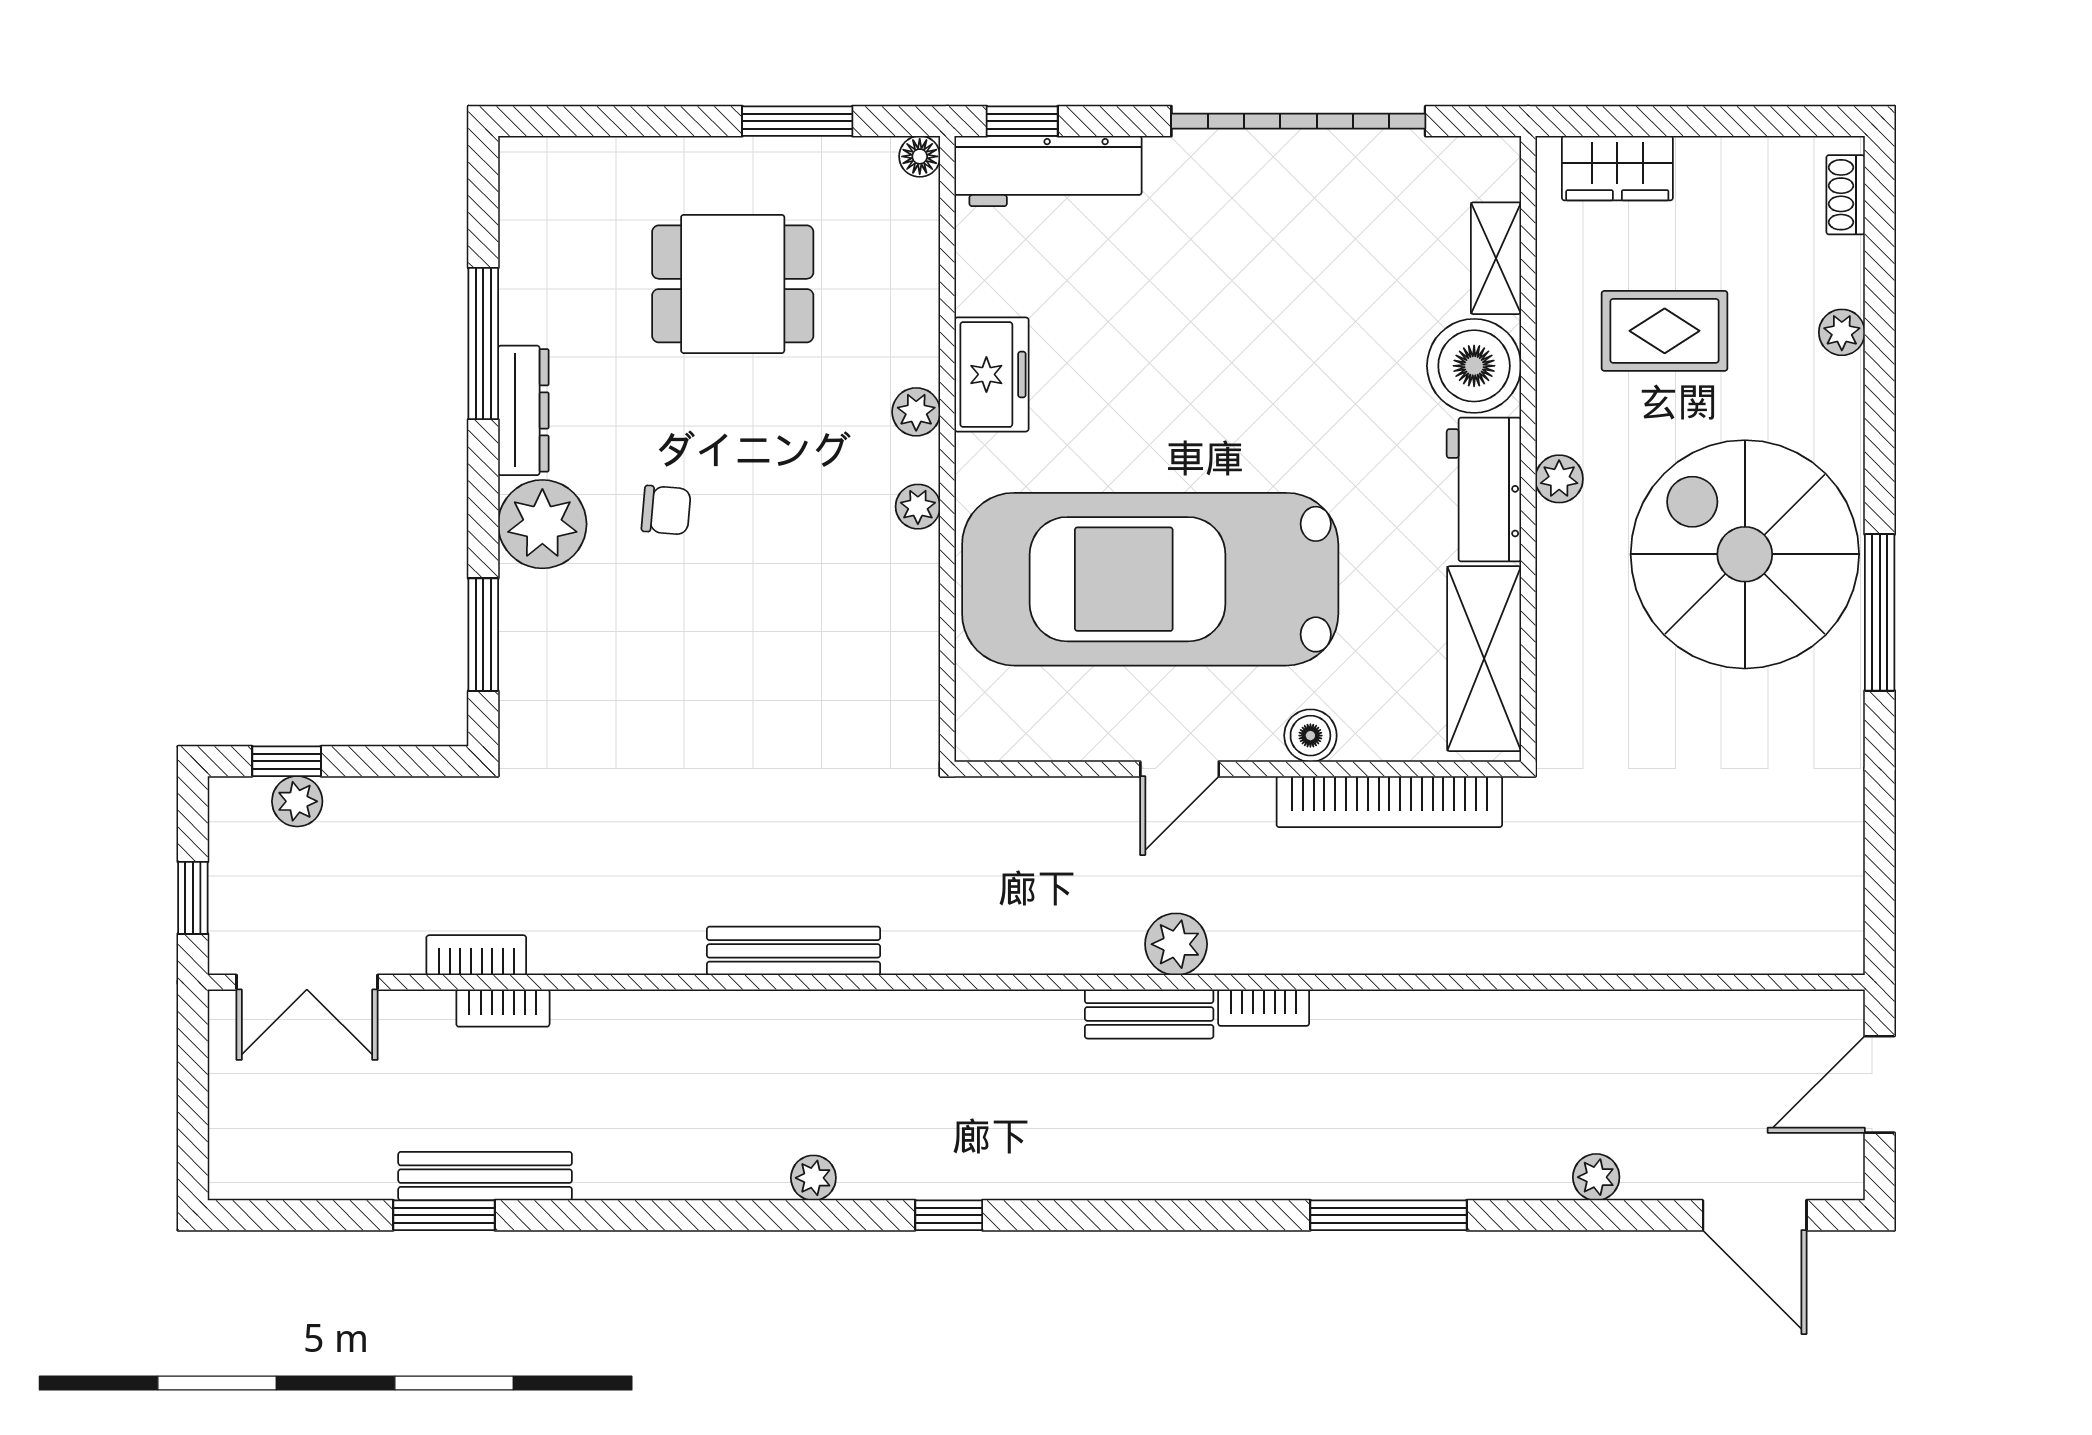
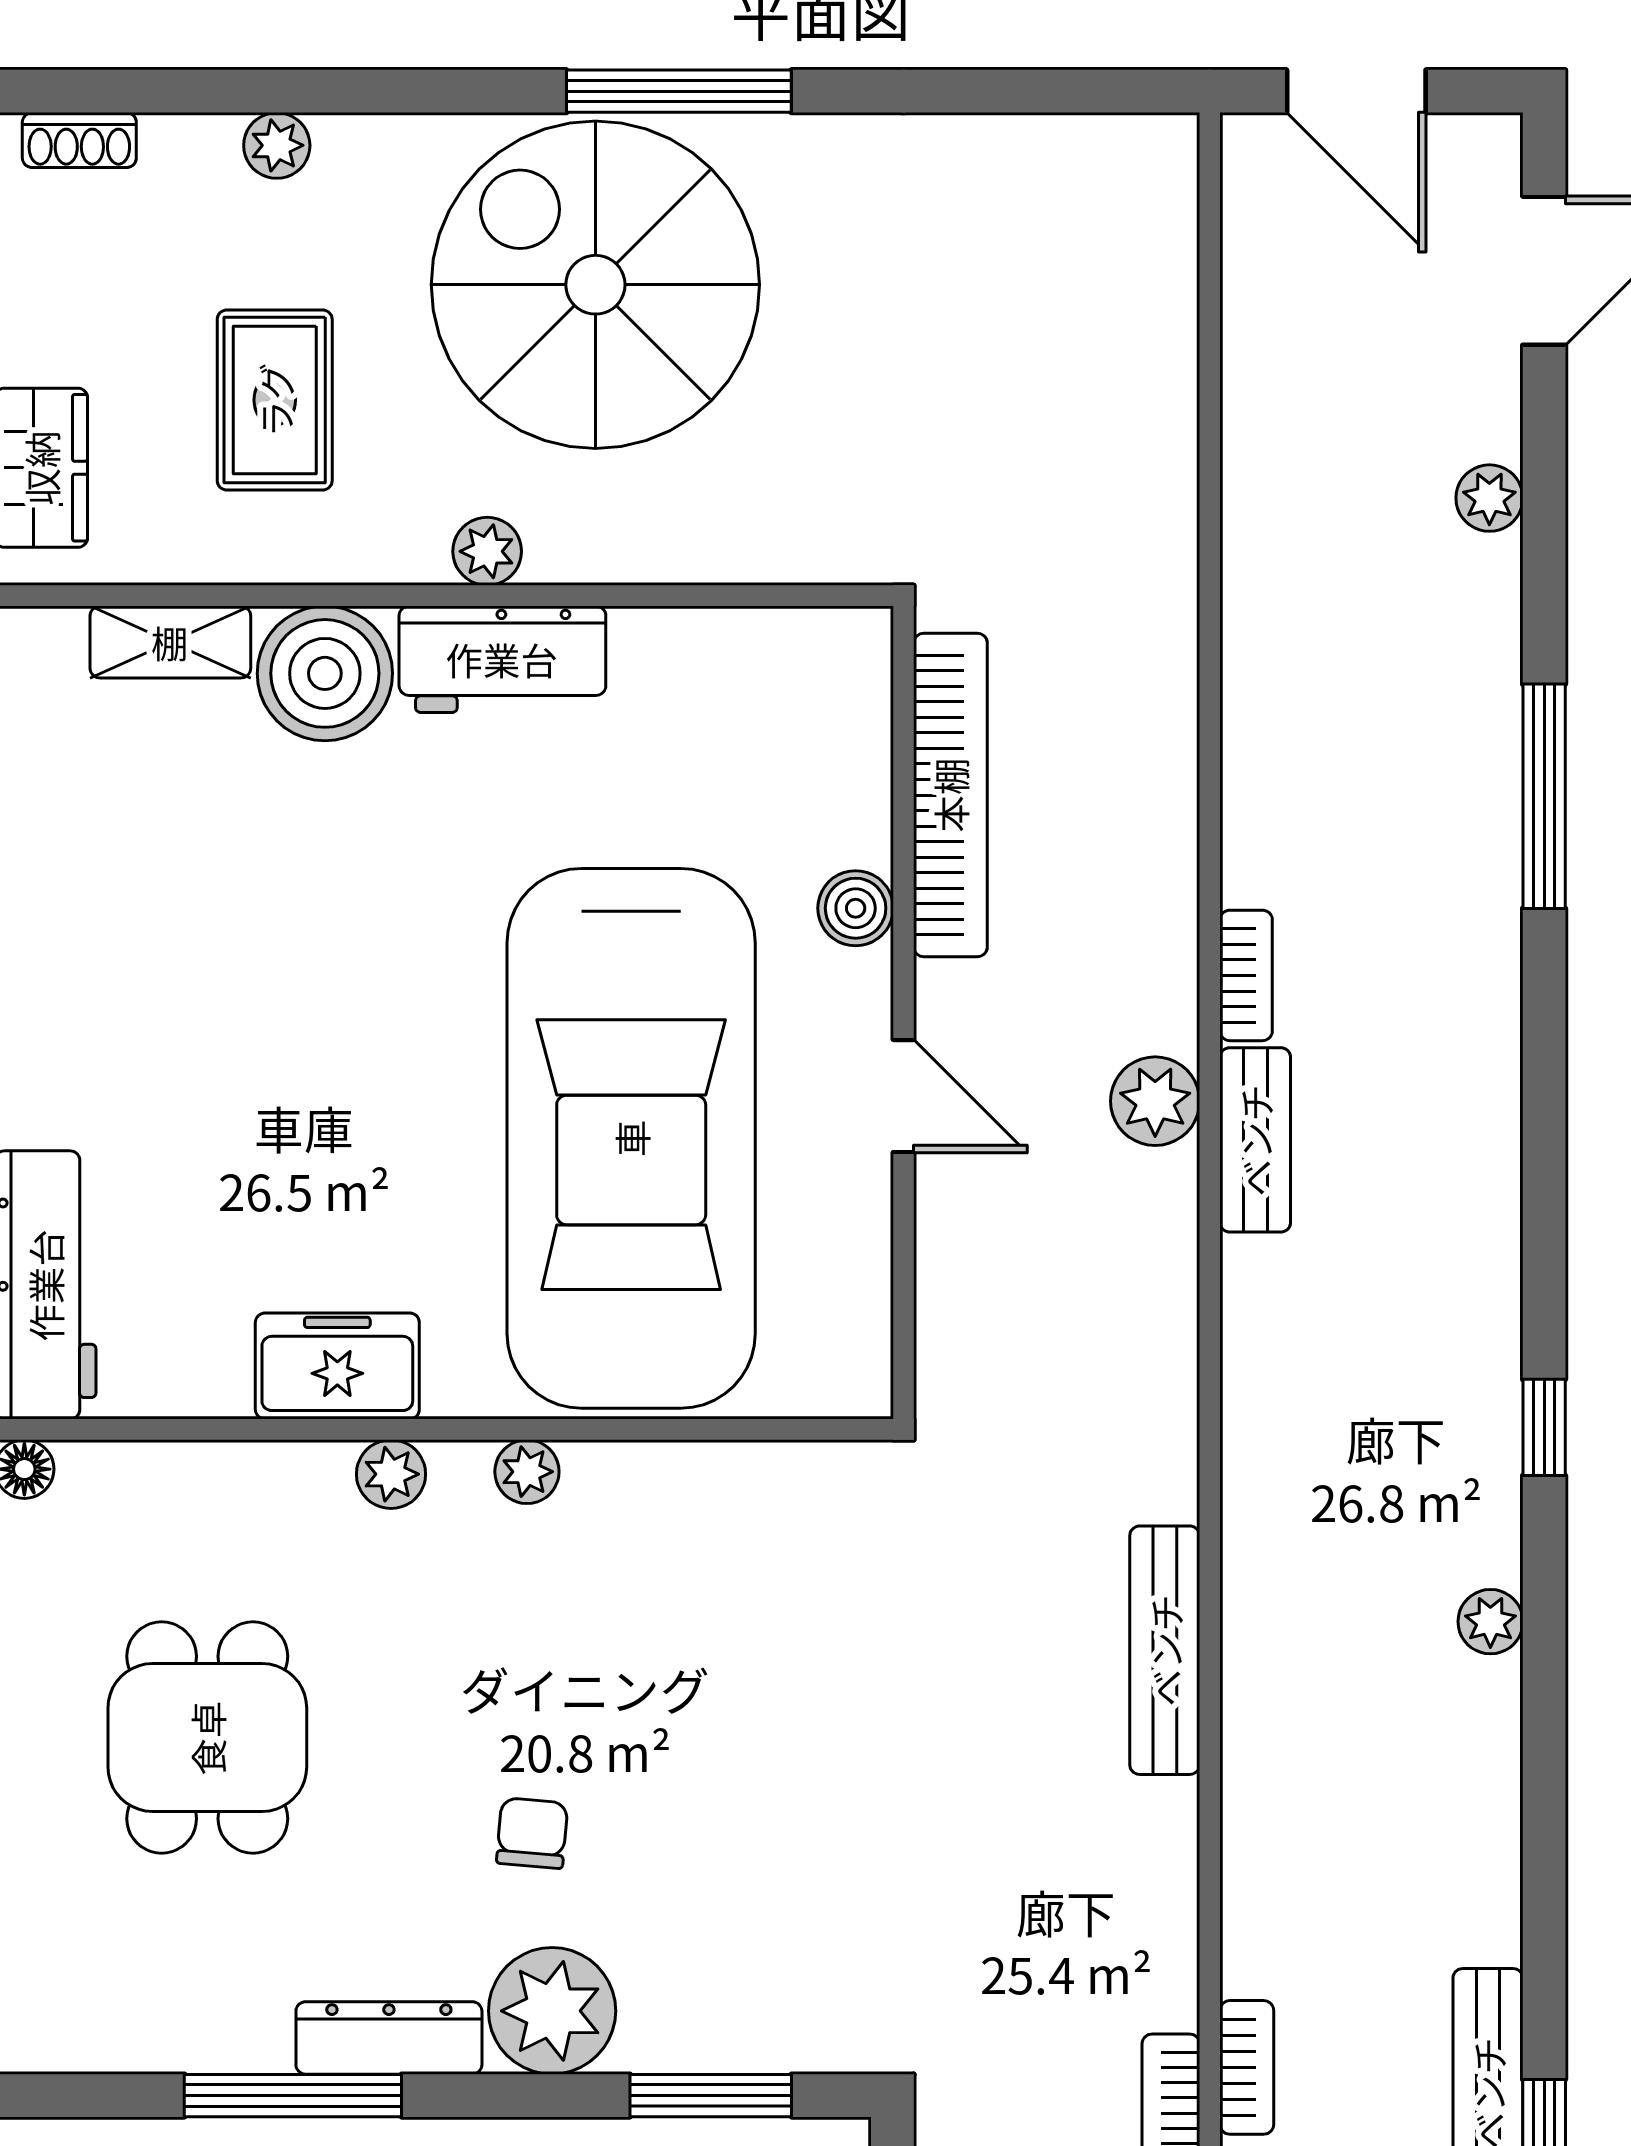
spiral stairs: (1745, 554) -> (595, 285), turned 90
shelving: (1484, 659) -> (745, 659), removed

